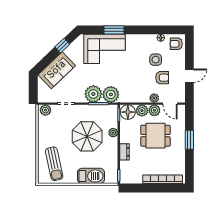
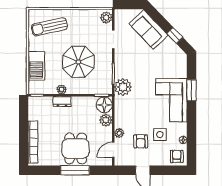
corner sofa: (104, 49) -> (171, 100), moved
plant: (93, 94) -> (123, 68), removed
plant: (154, 110) -> (106, 133), removed
plant: (113, 133) -> (62, 89), moved
dining table: (155, 136) -> (76, 148), moved
window: (189, 140) -> (75, 170), width x1.44

